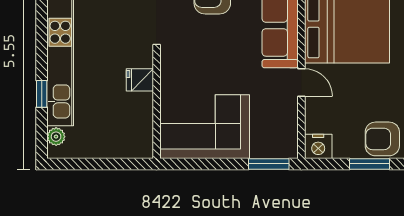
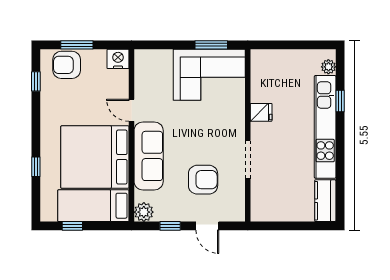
armchair: (382, 139) -> (67, 65), turned 180
window: (269, 164) -> (211, 45), moved

